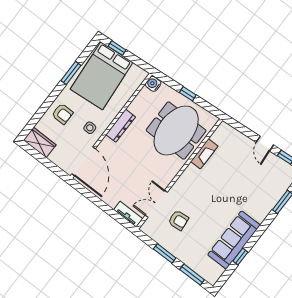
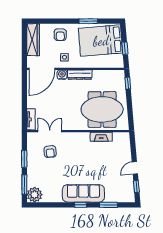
window: (117, 48) -> (125, 48), moved
water cooler: (153, 84) -> (62, 75), moved
window: (188, 94) -> (128, 83), moved
wardrobe: (40, 142) -> (33, 40), width x1.50
sofa: (234, 240) -> (83, 193), moved
window: (240, 257) -> (81, 205), moved
plant: (211, 272) -> (34, 195), added

